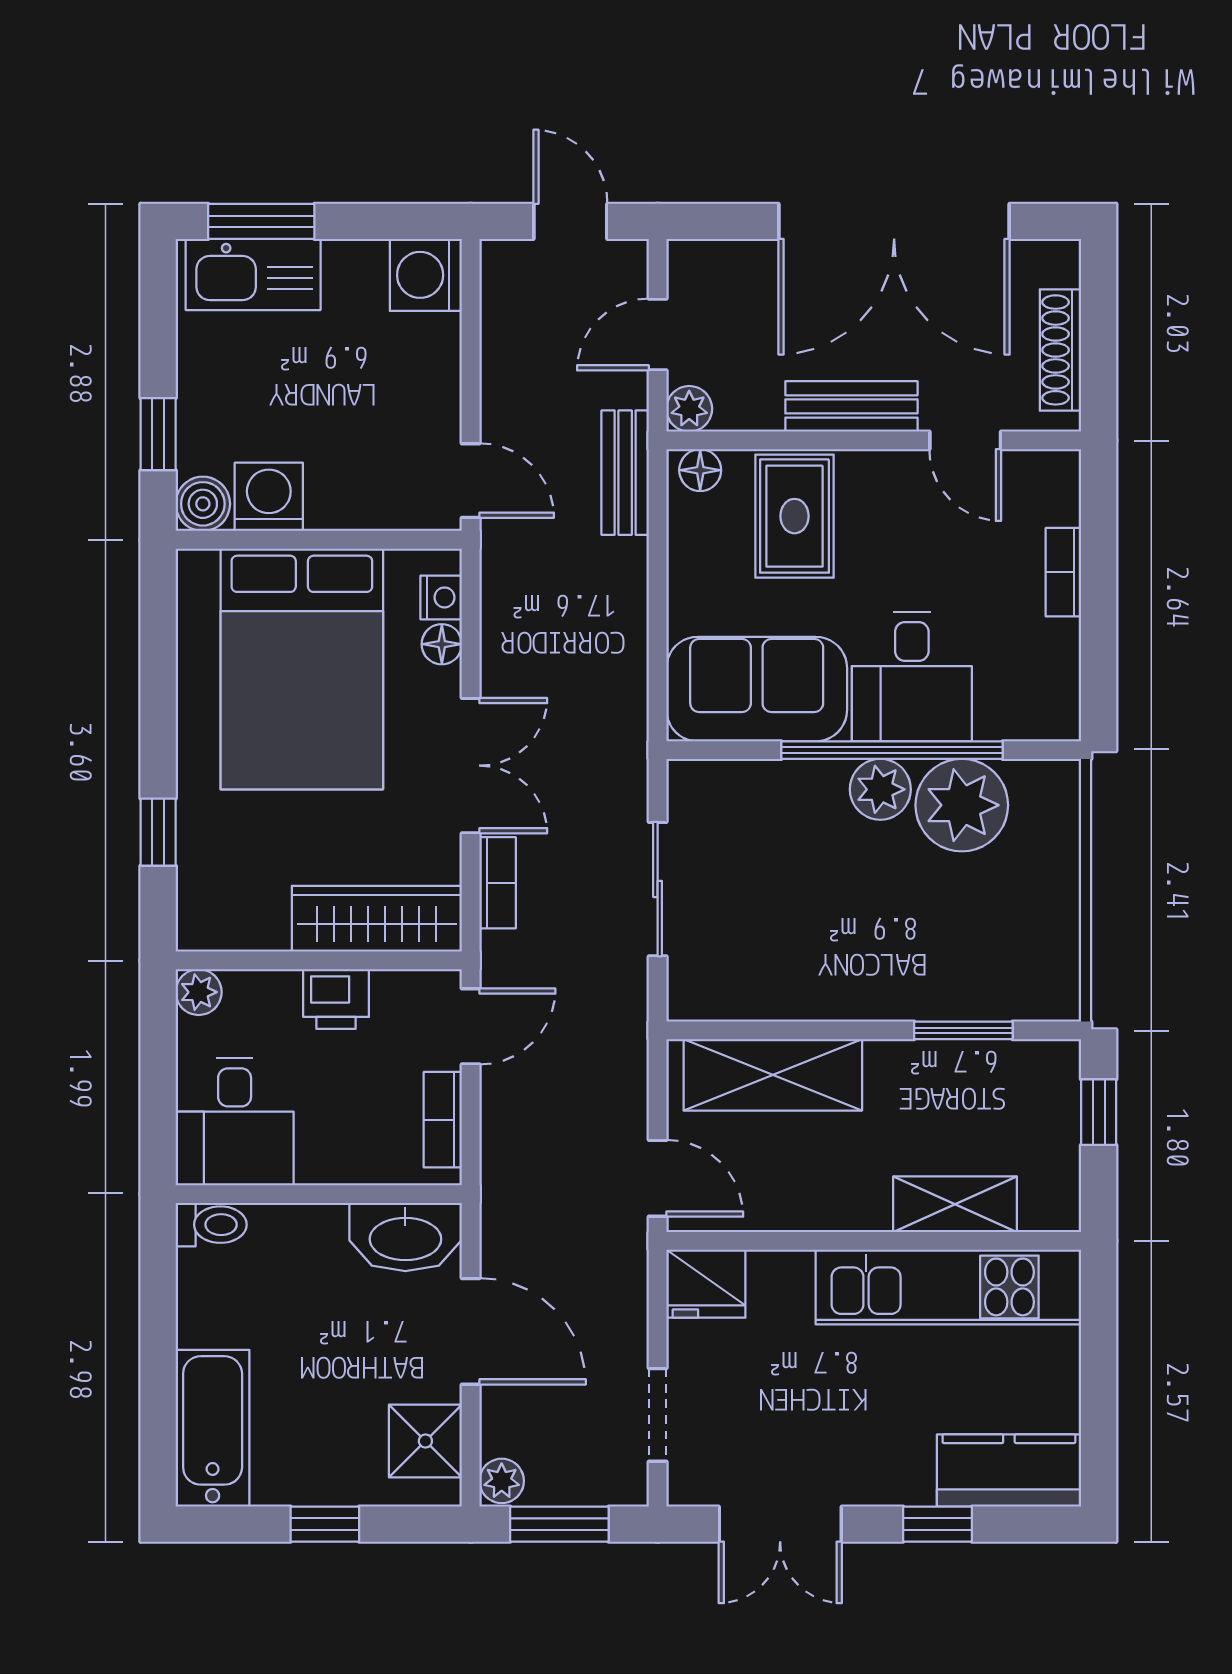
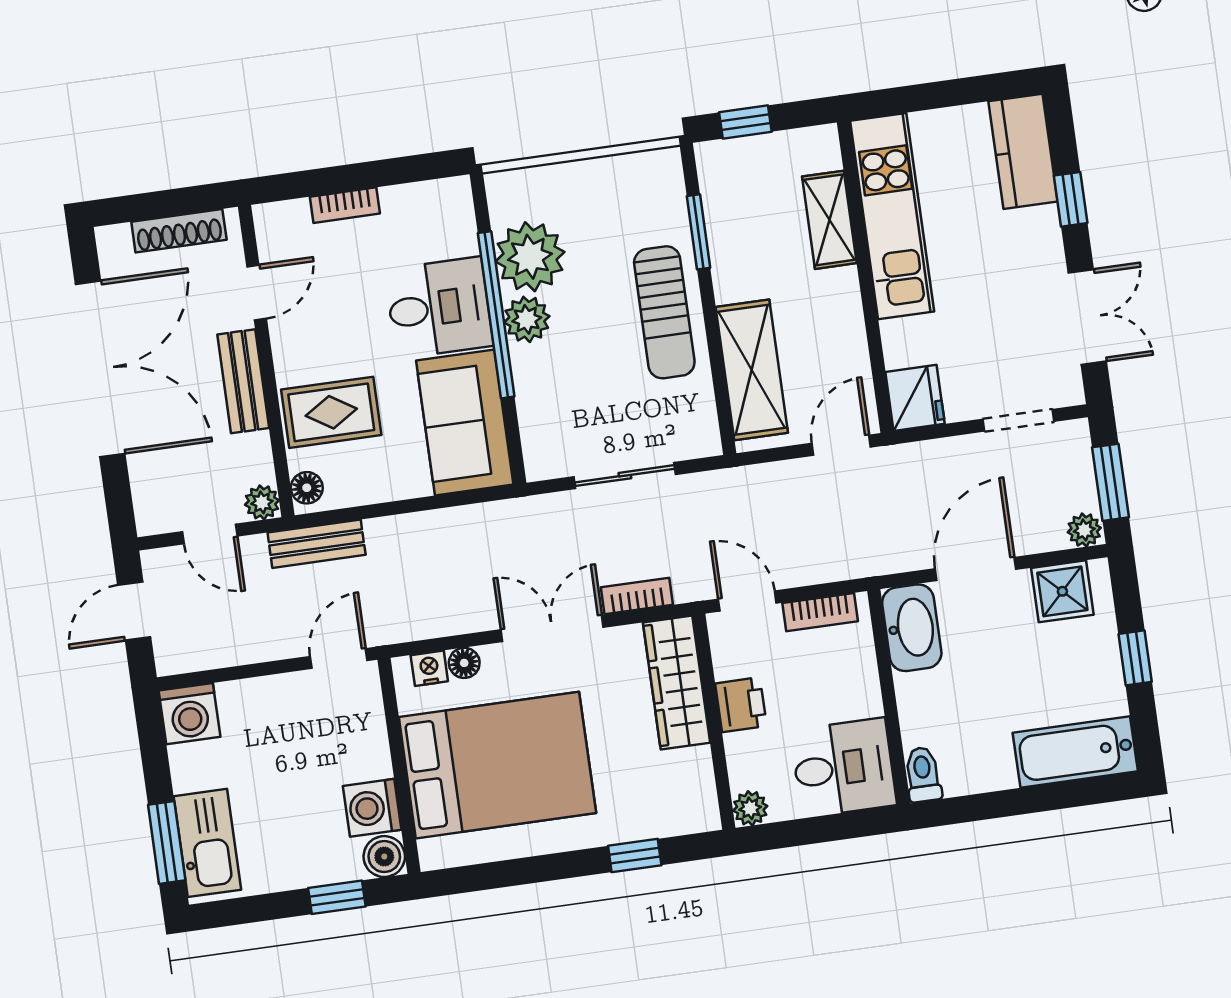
sun lounger: (864, 971) -> (664, 312), added

